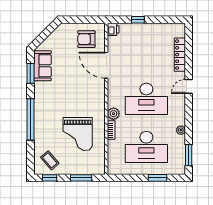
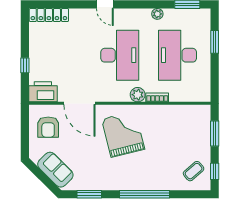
printer: (113, 29) -> (43, 92), width x1.87, depth x1.48
locker: (180, 55) -> (49, 15), moved
door: (106, 65) -> (79, 103), hinge flipped
sofa: (42, 66) -> (55, 170), moved, turned 45
grand piano: (78, 134) -> (123, 134), moved, turned -104
desk: (146, 147) -> (178, 55), turned 180

